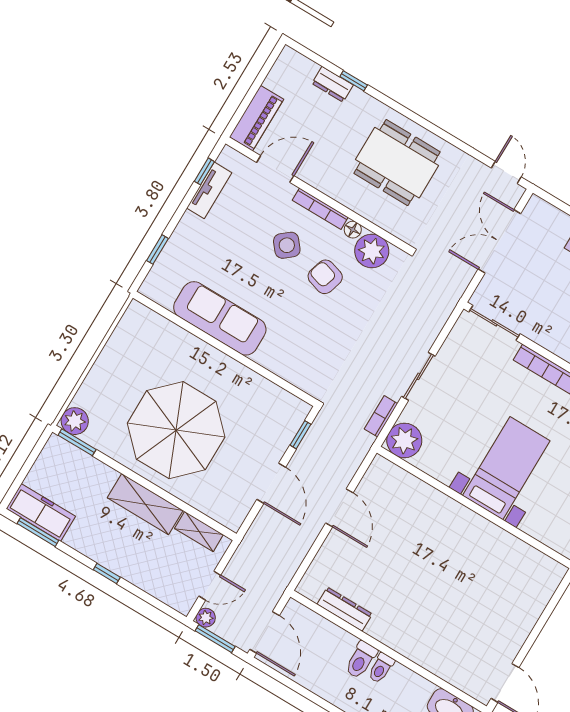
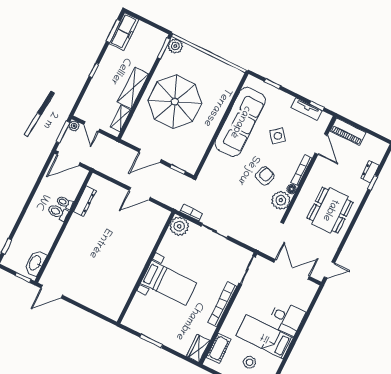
side table: (287, 245) -> (278, 136), moved
sofa: (220, 318) -> (240, 122), width x1.36, depth x1.27
toilet: (381, 668) -> (65, 203), moved

